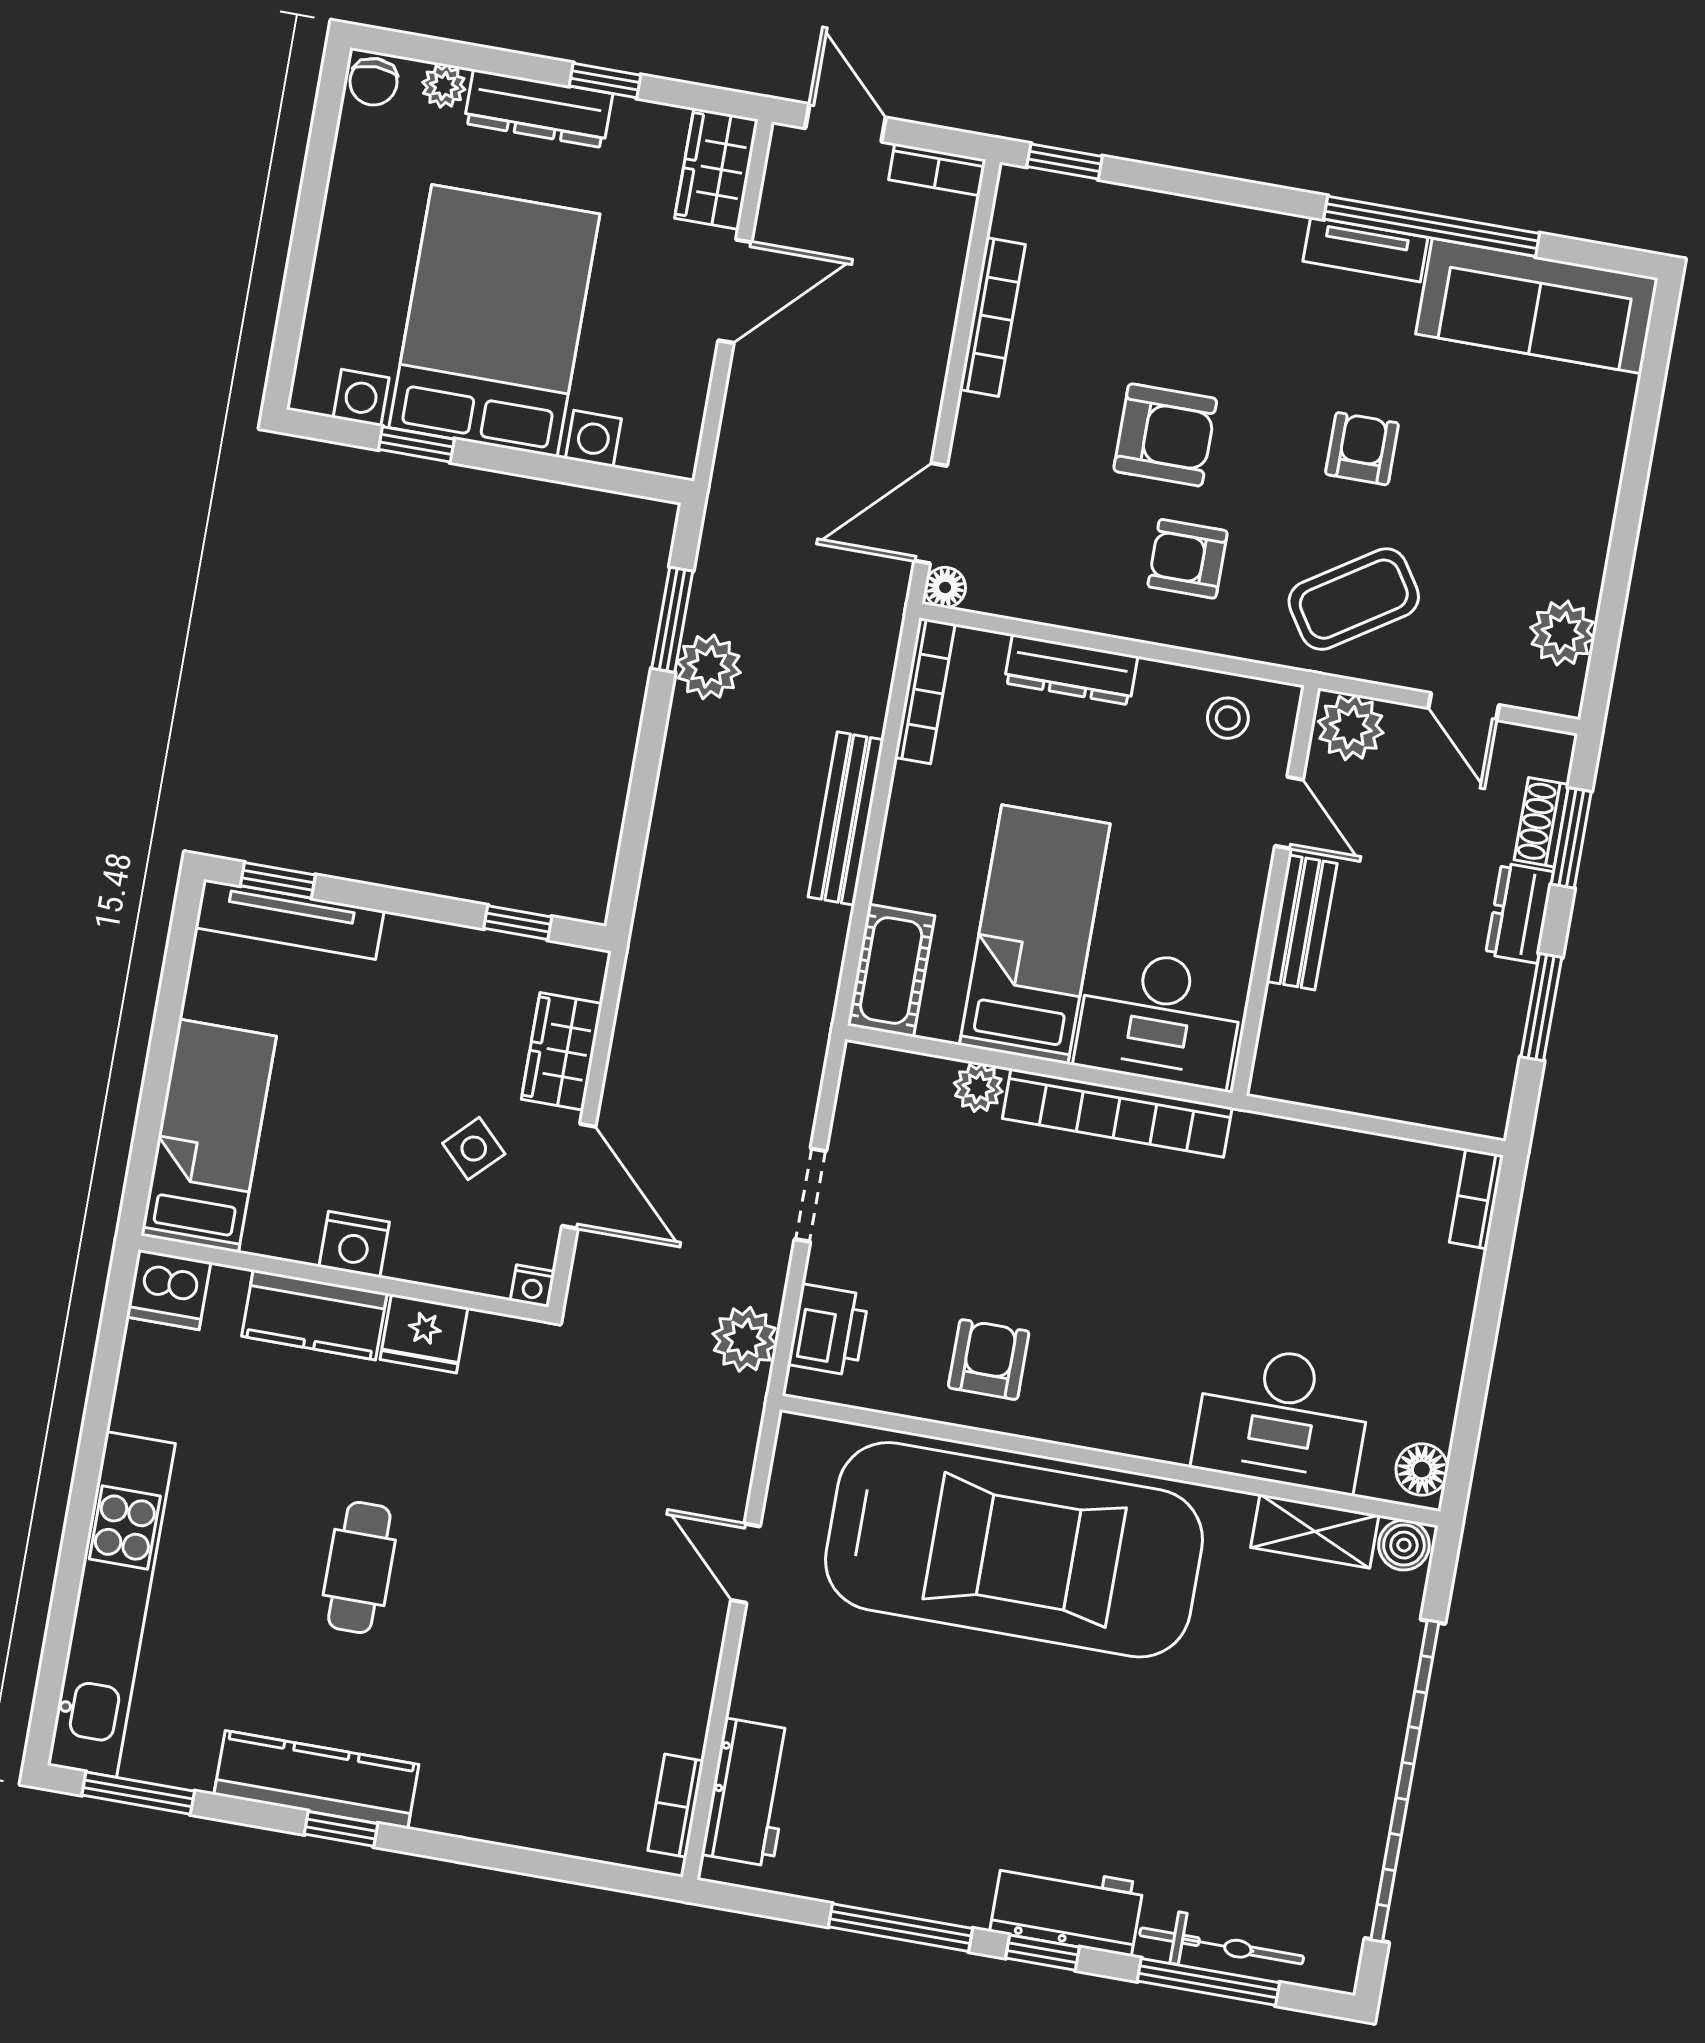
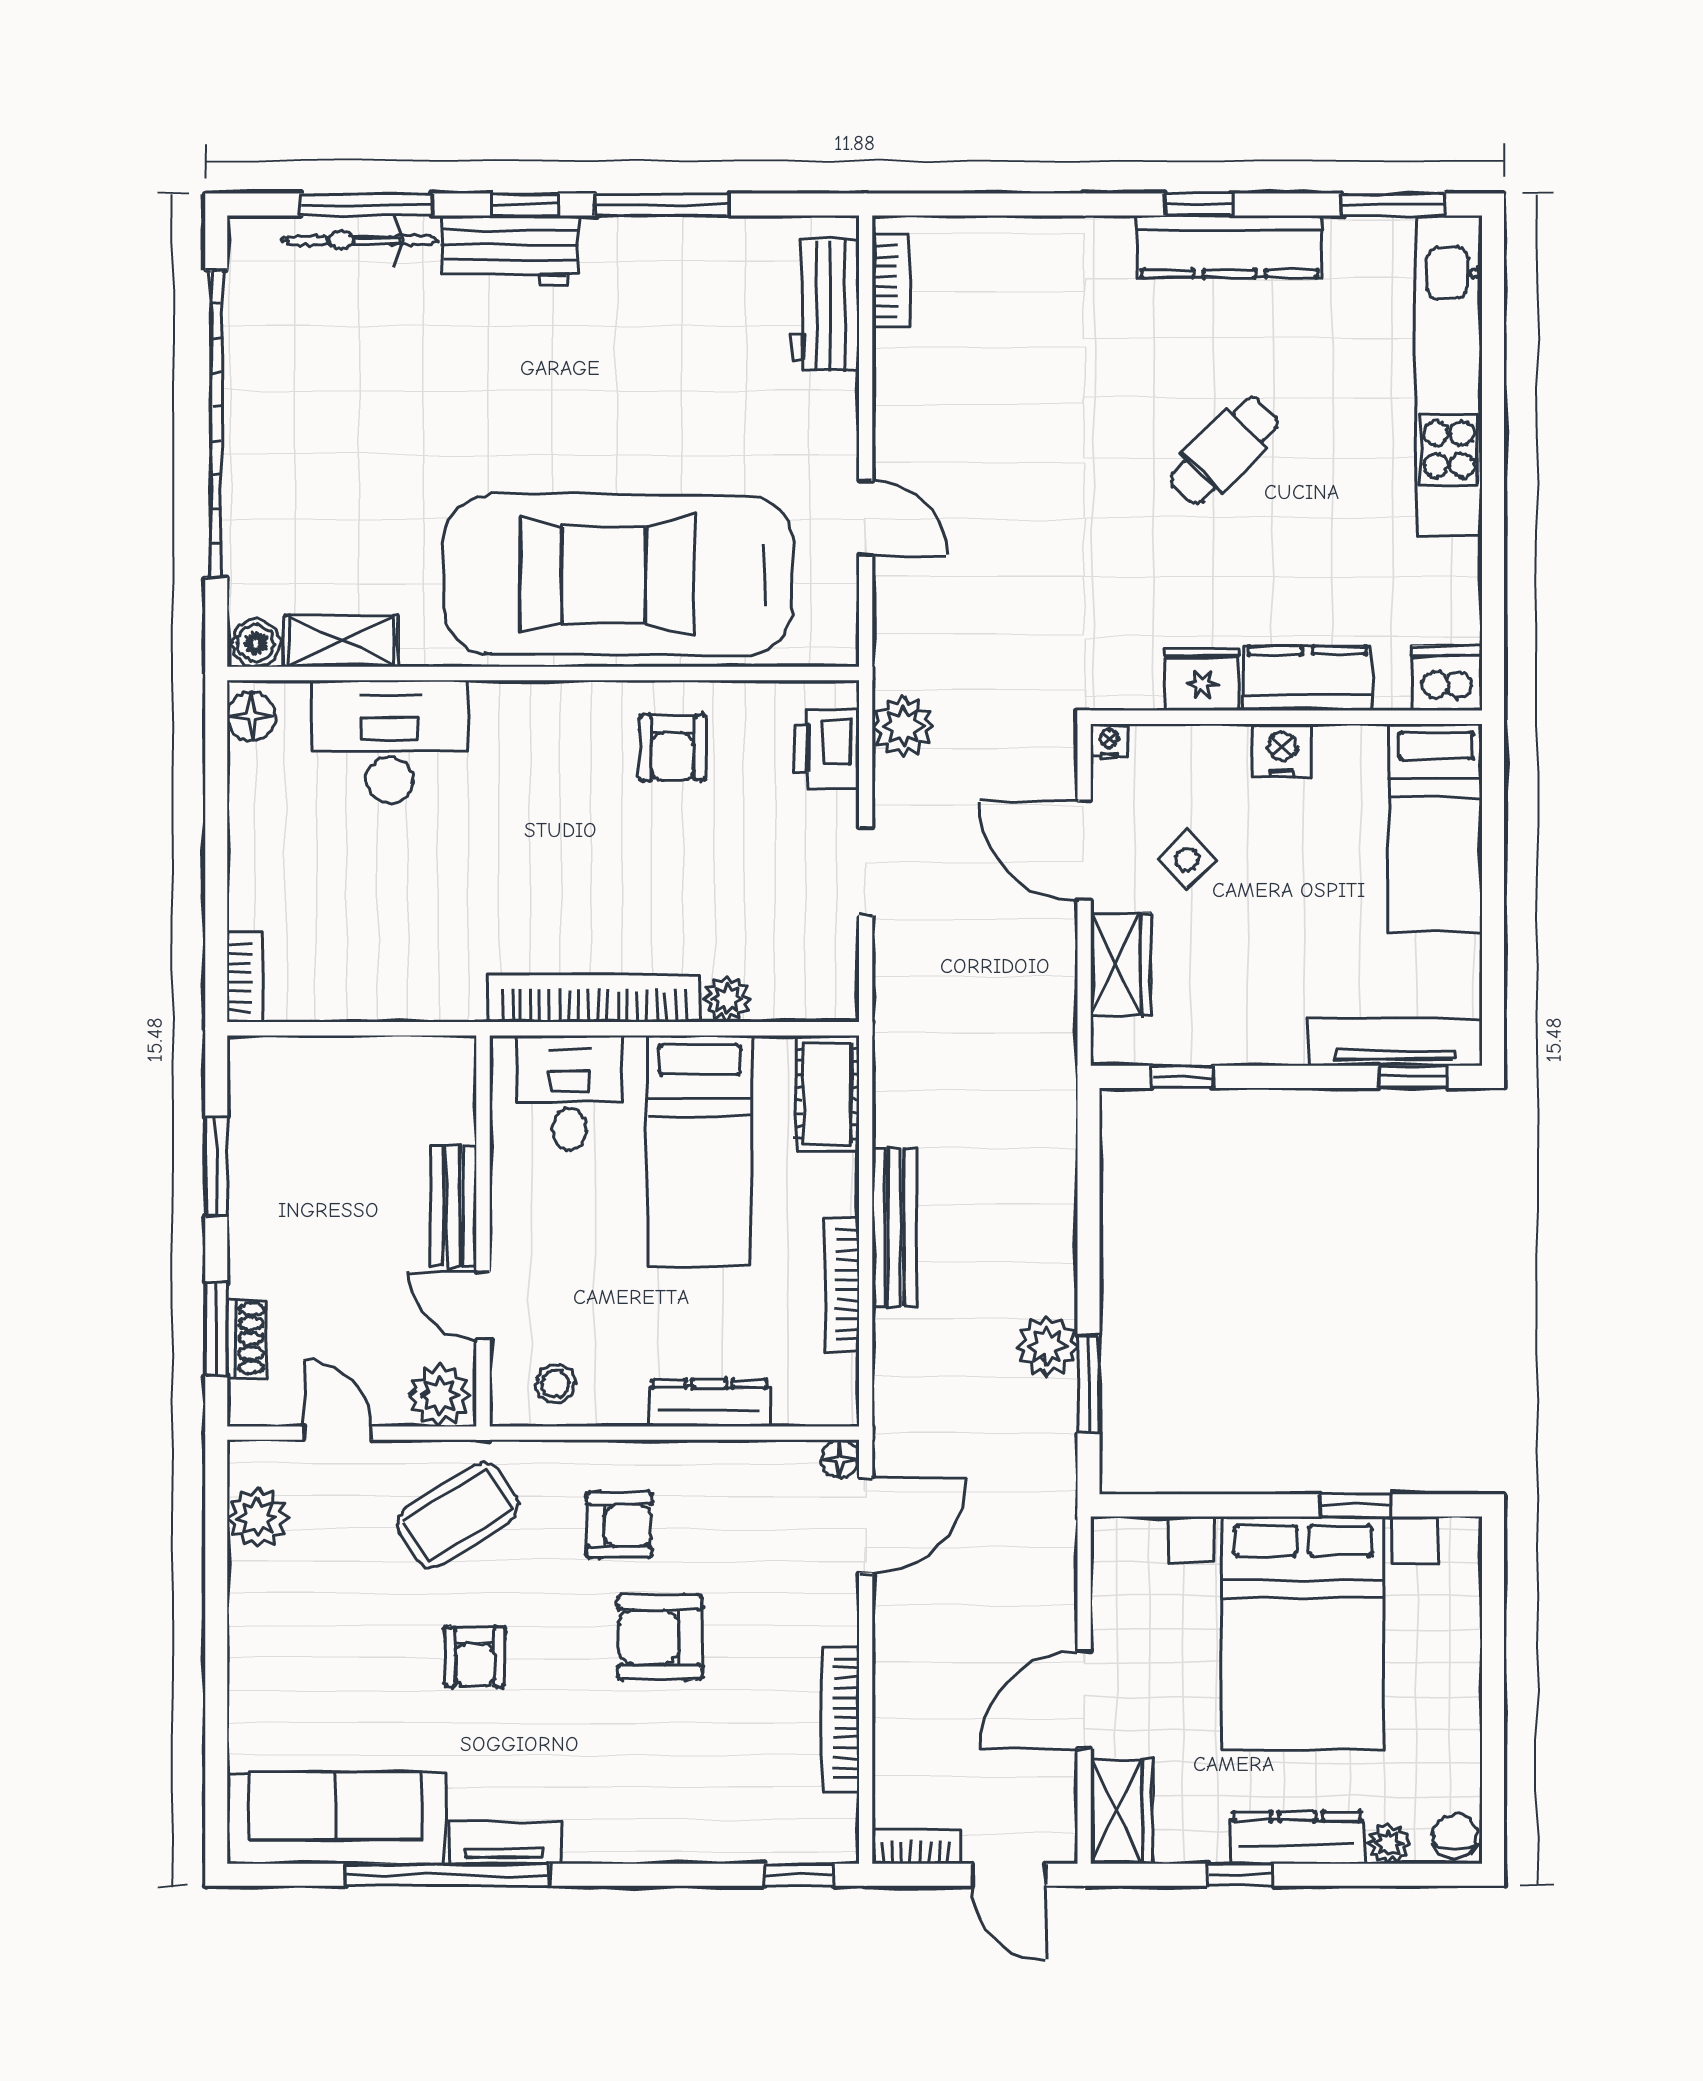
bookcase: (925, 691) -> (842, 1285), moved
dresser: (1520, 913) -> (252, 1250), removed
desk: (1160, 1018) -> (570, 1093), width x0.73
cafe table: (359, 1568) -> (1224, 451), turned 45

